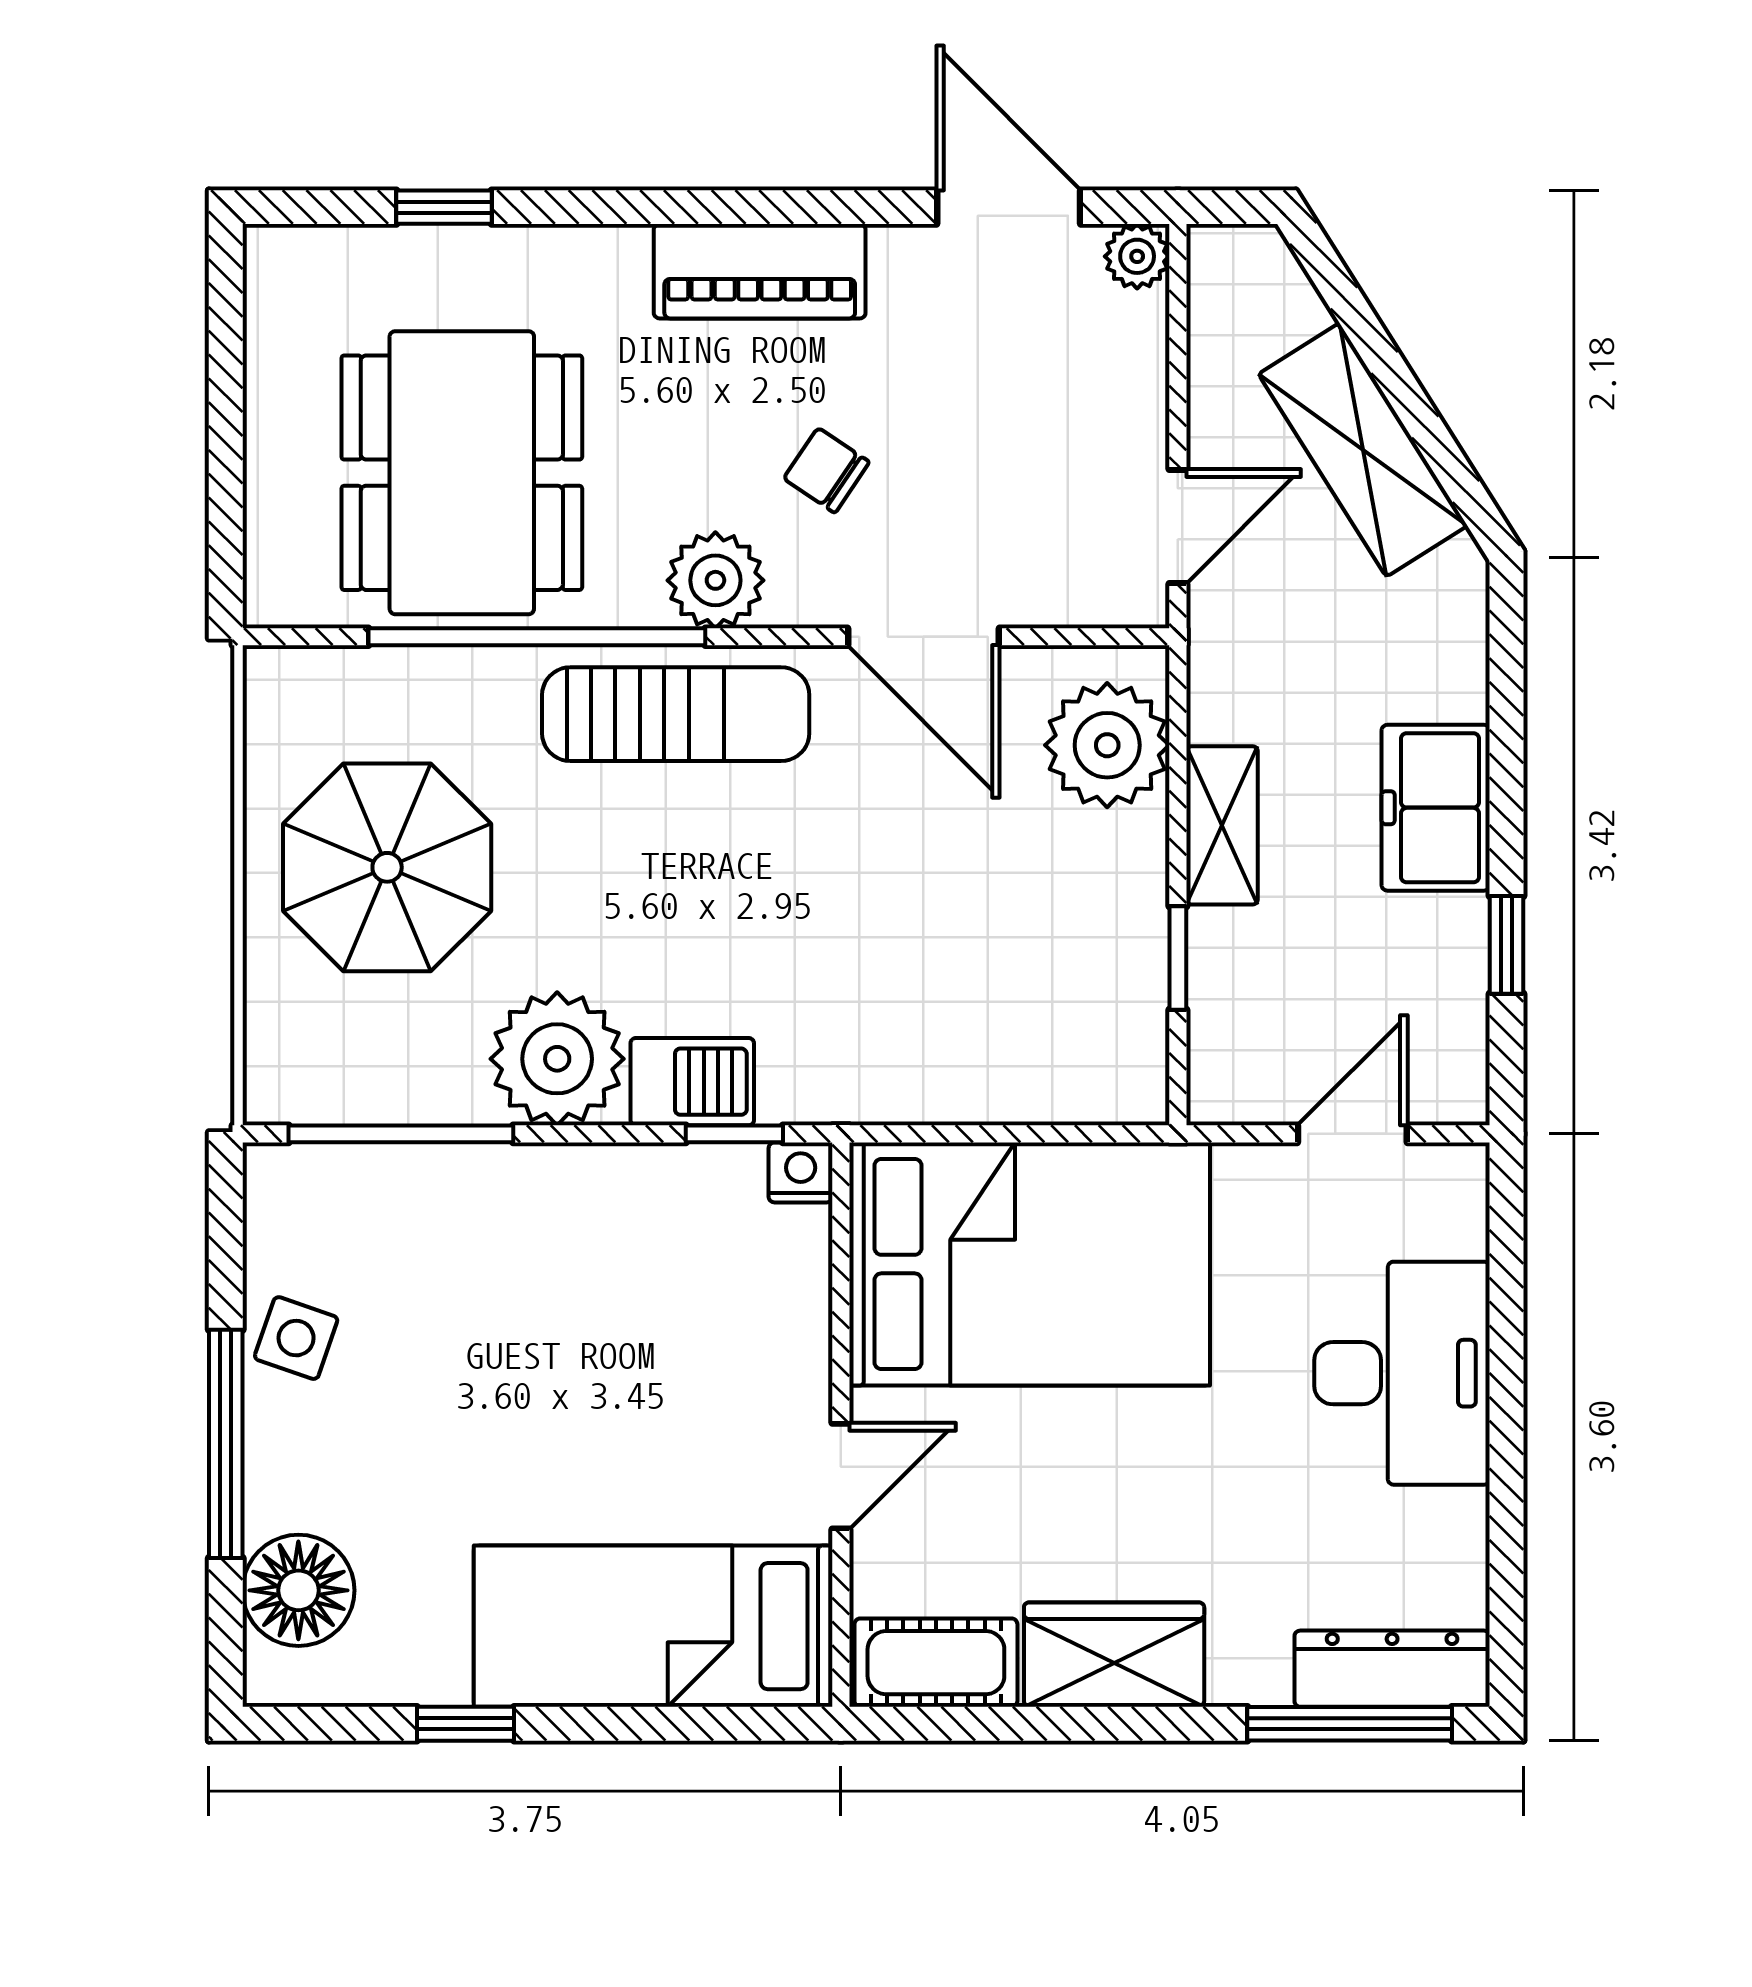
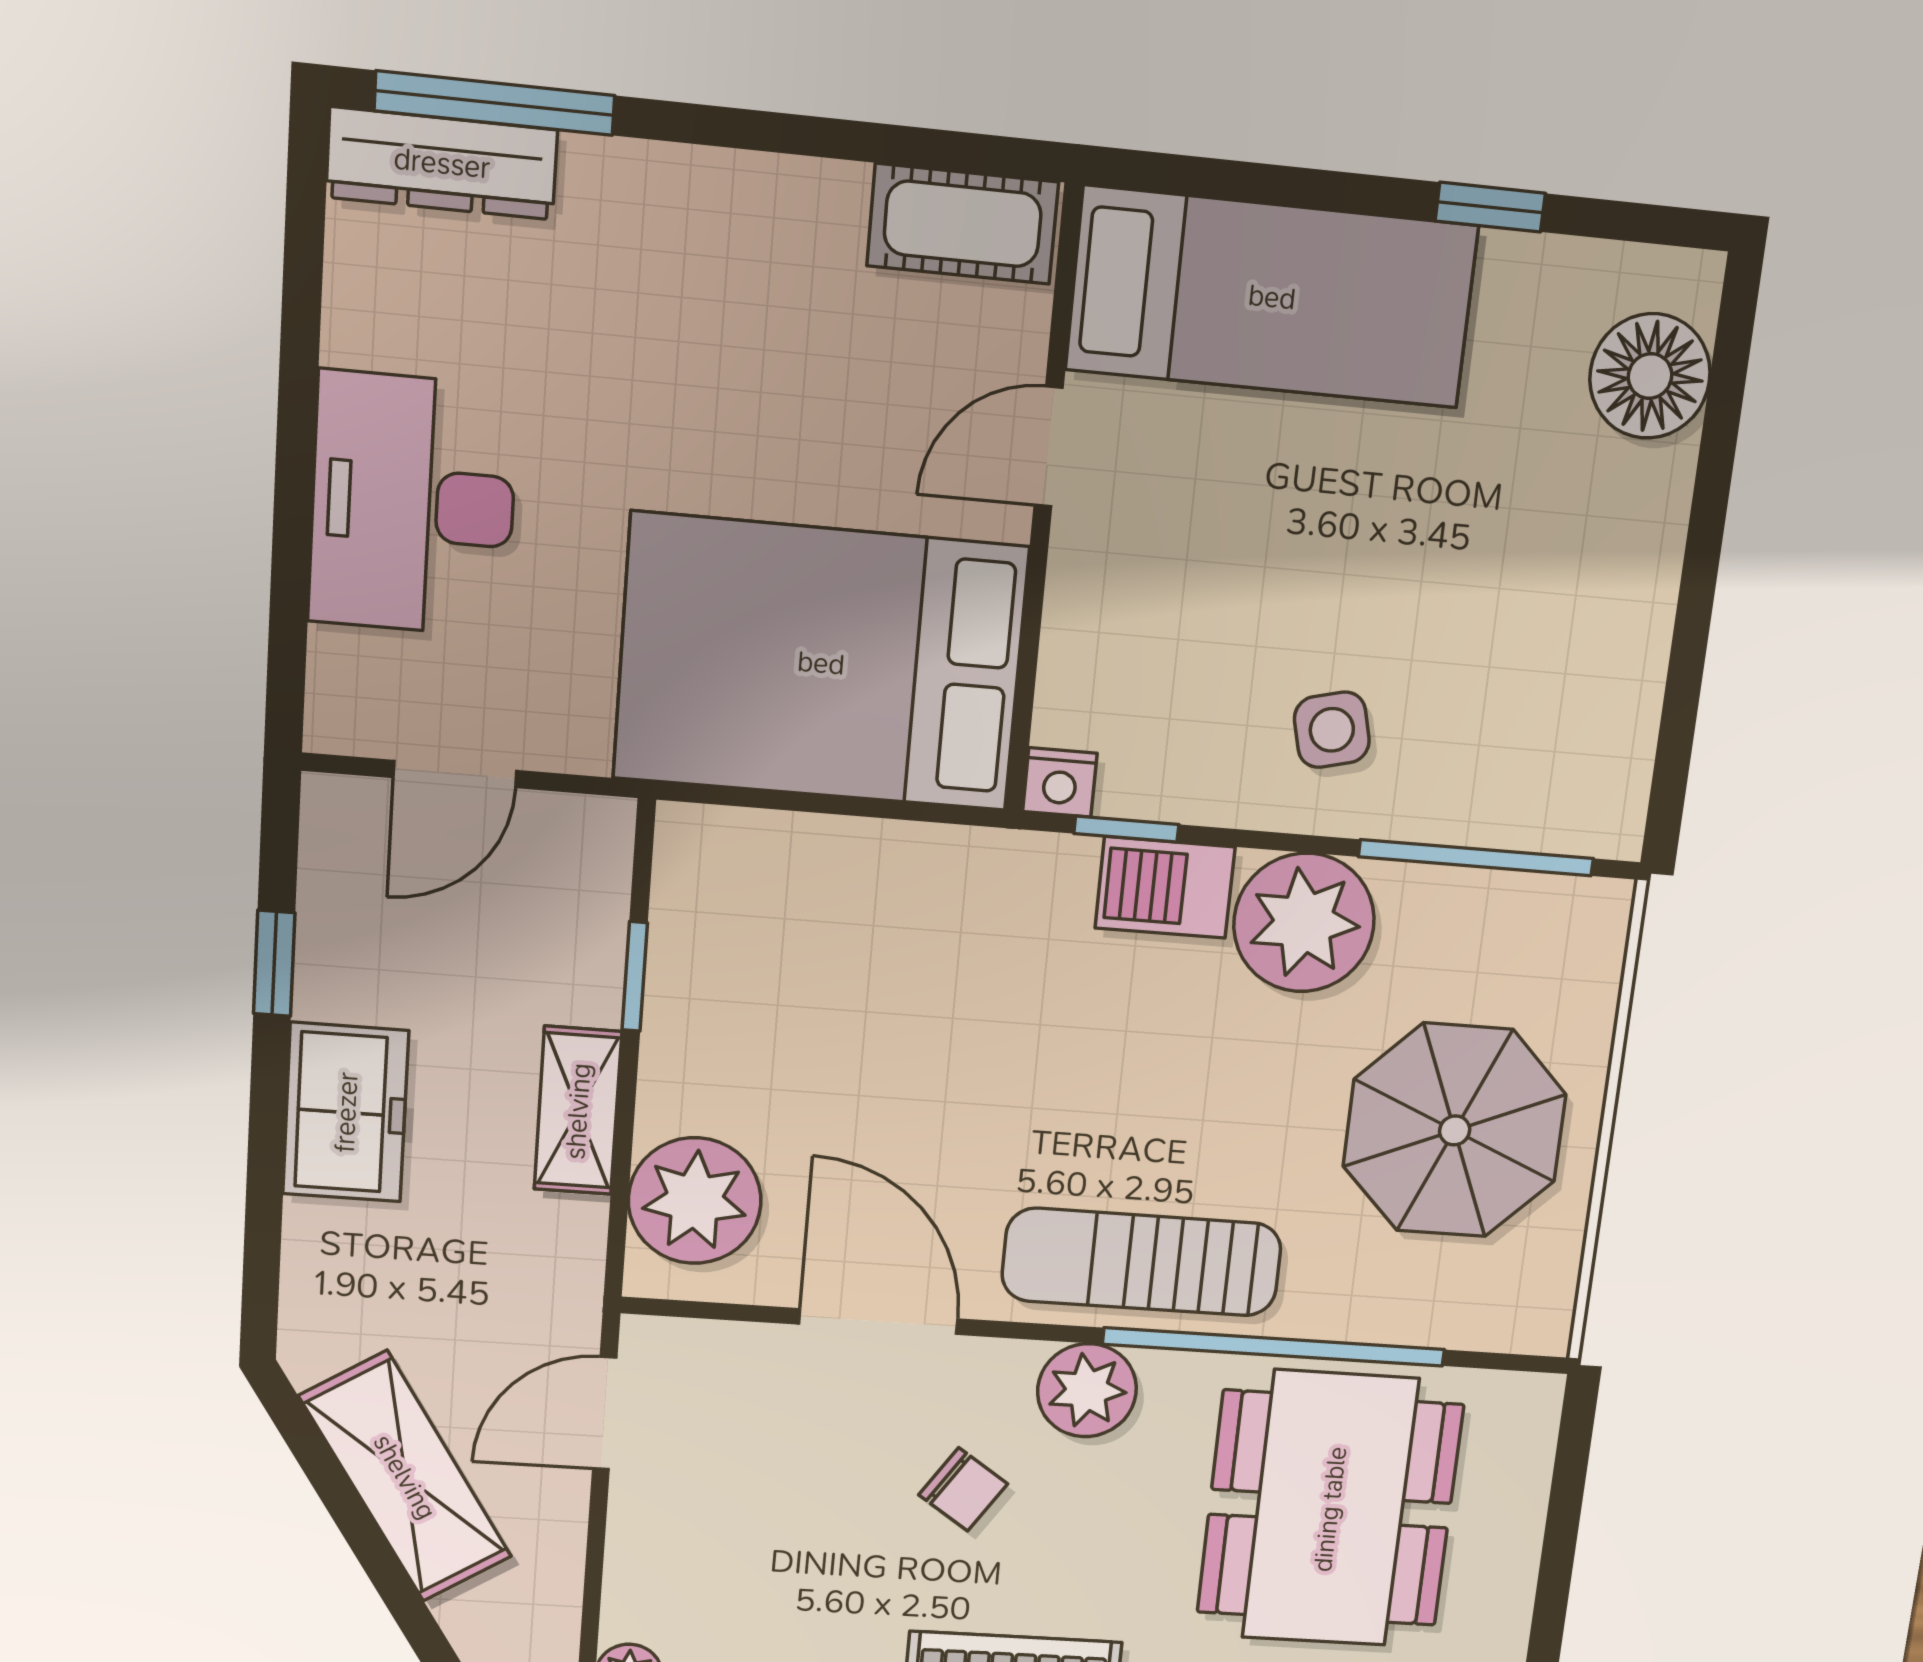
side table: (296, 1338) -> (1332, 730), moved, turned -33
window: (226, 1444) -> (1704, 544), removed
wardrobe: (1114, 1655) -> (761, 213), removed

